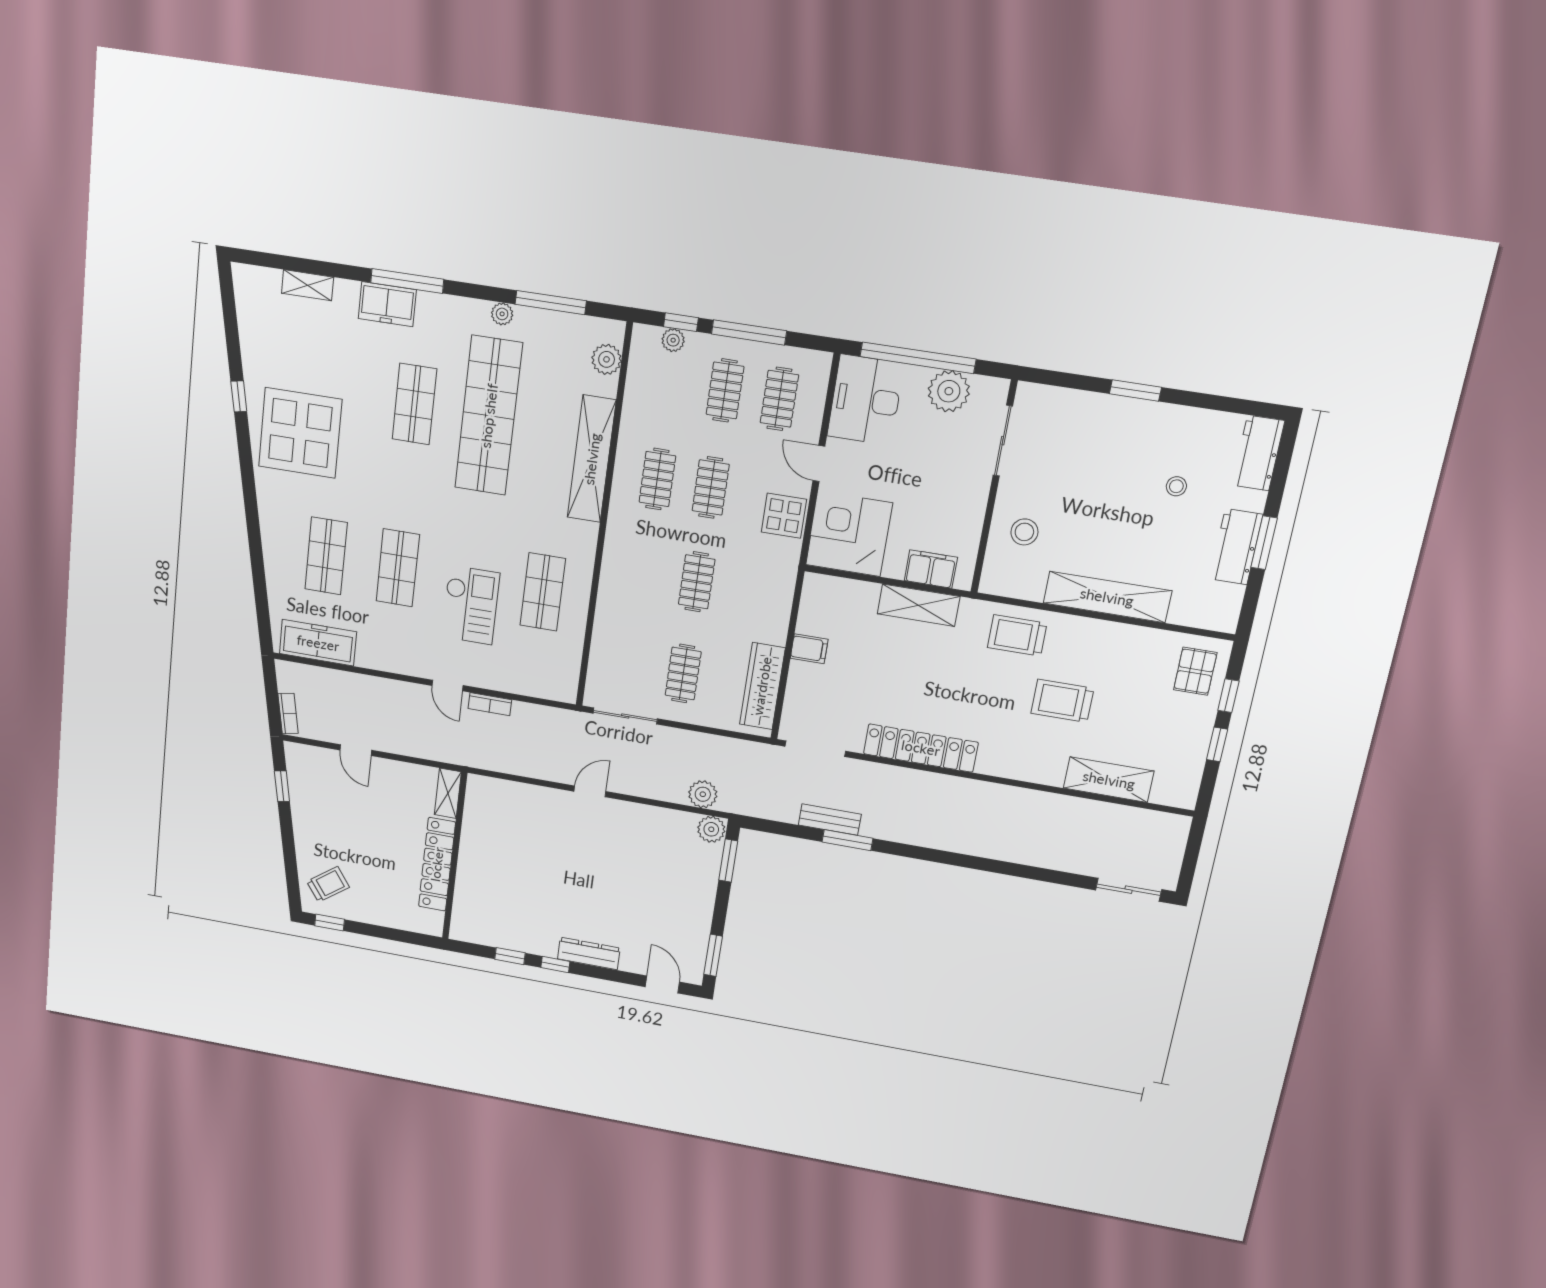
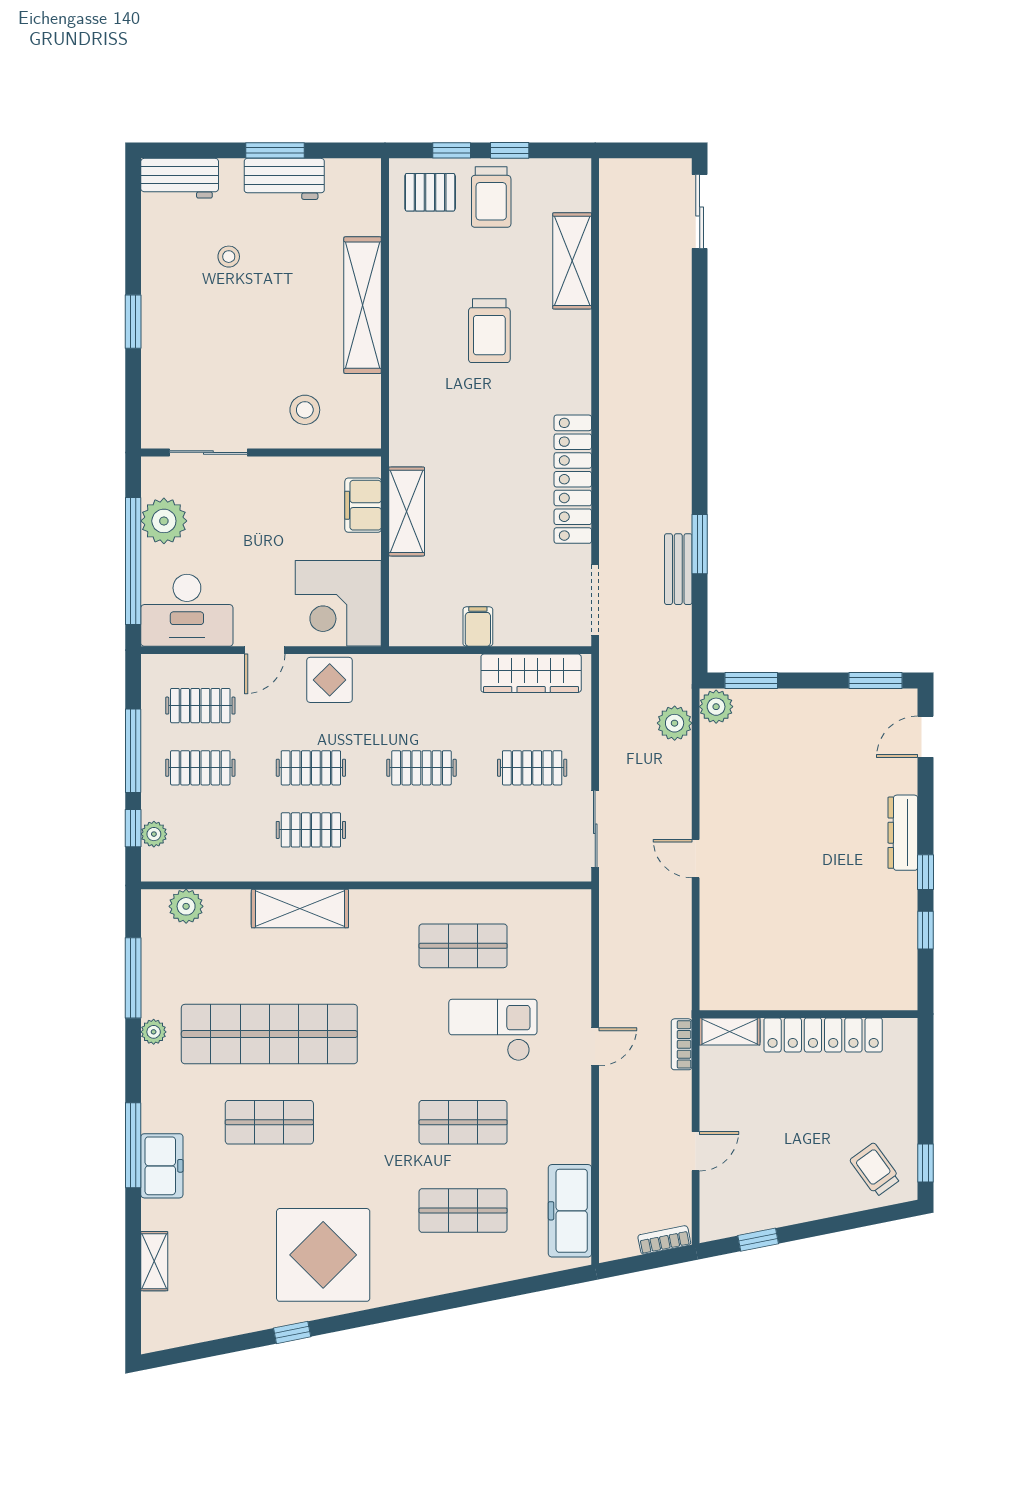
shelving: (592, 459) -> (300, 909), width x0.68
trolley: (1017, 635) -> (491, 197), moved
bookcase: (490, 704) -> (682, 1044), moved, turned 180

